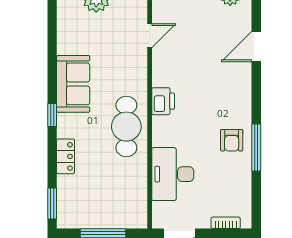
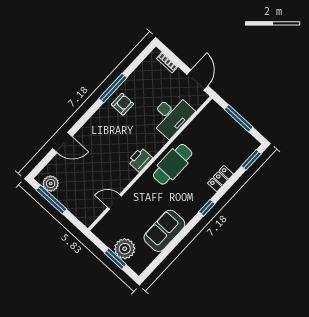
sofa: (73, 84) -> (164, 231), moved

